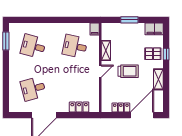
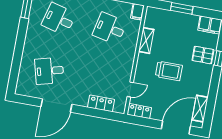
door: (100, 71) -> (130, 90), moved
shelving: (158, 79) -> (200, 109), moved
locker: (121, 107) -> (139, 111), moved

